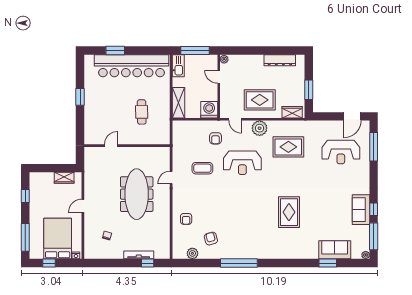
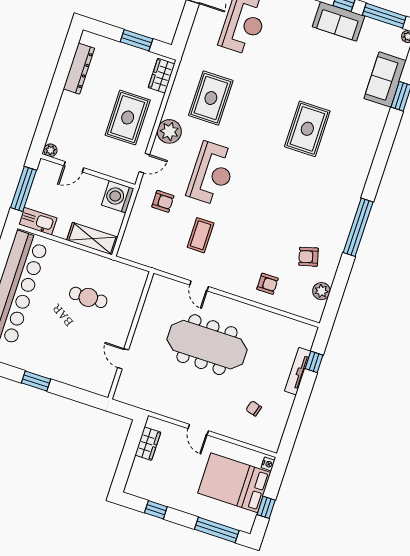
rug: (289, 212) -> (307, 129), turned 90

